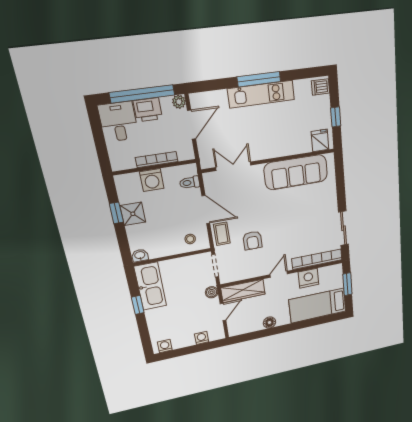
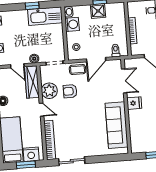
fridge: (320, 140) -> (134, 103), moved
washing machine: (152, 180) -> (72, 24), moved, turned 180
plant: (253, 268) -> (49, 91), added
nightstand: (308, 278) -> (31, 154), moved, turned 90

